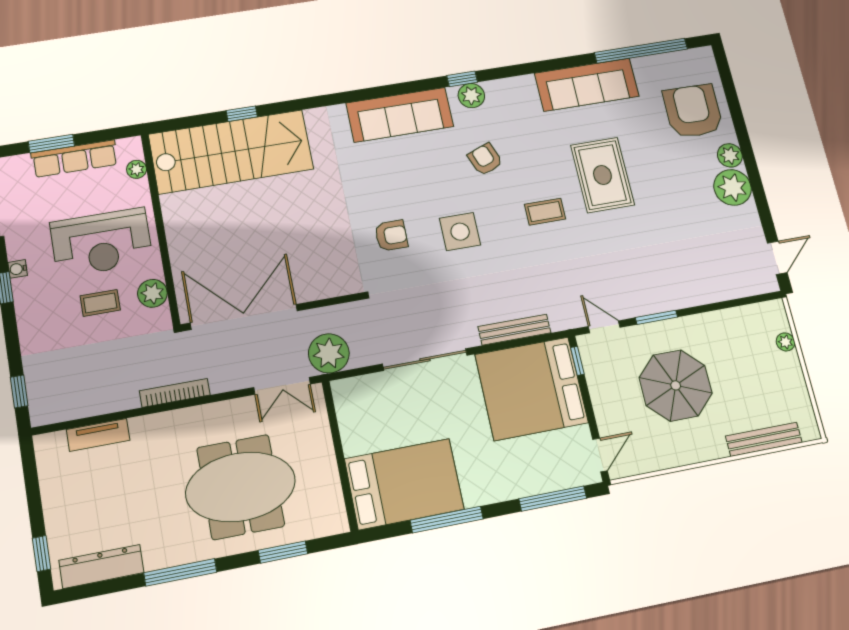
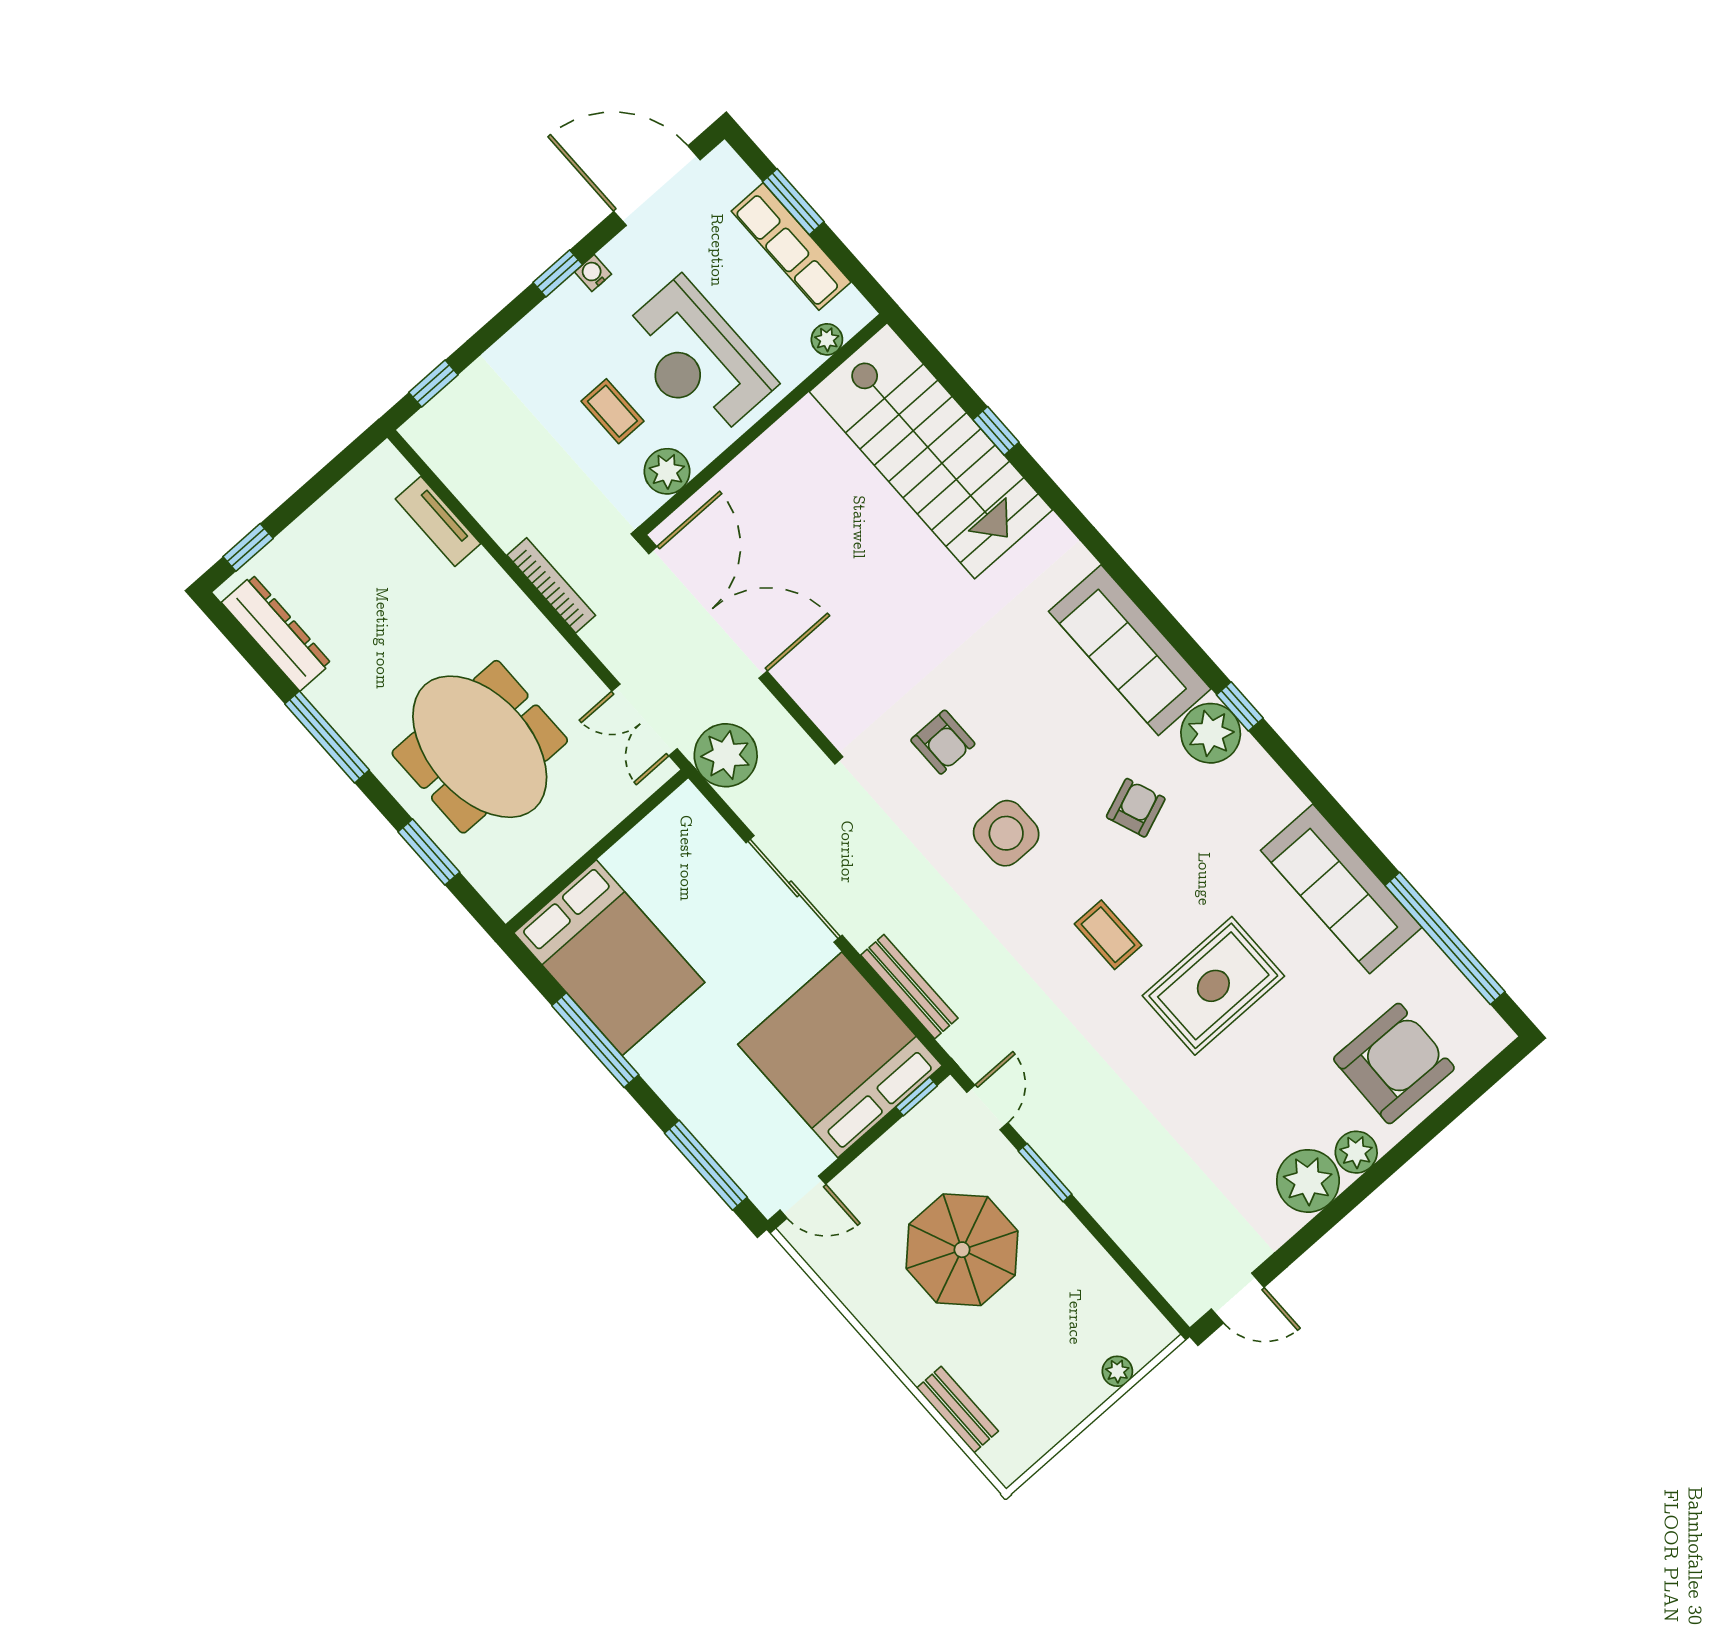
plant: (471, 96) -> (1211, 733), width x1.36, depth x1.36
bench: (764, 439) -> (957, 1410), width x0.73

